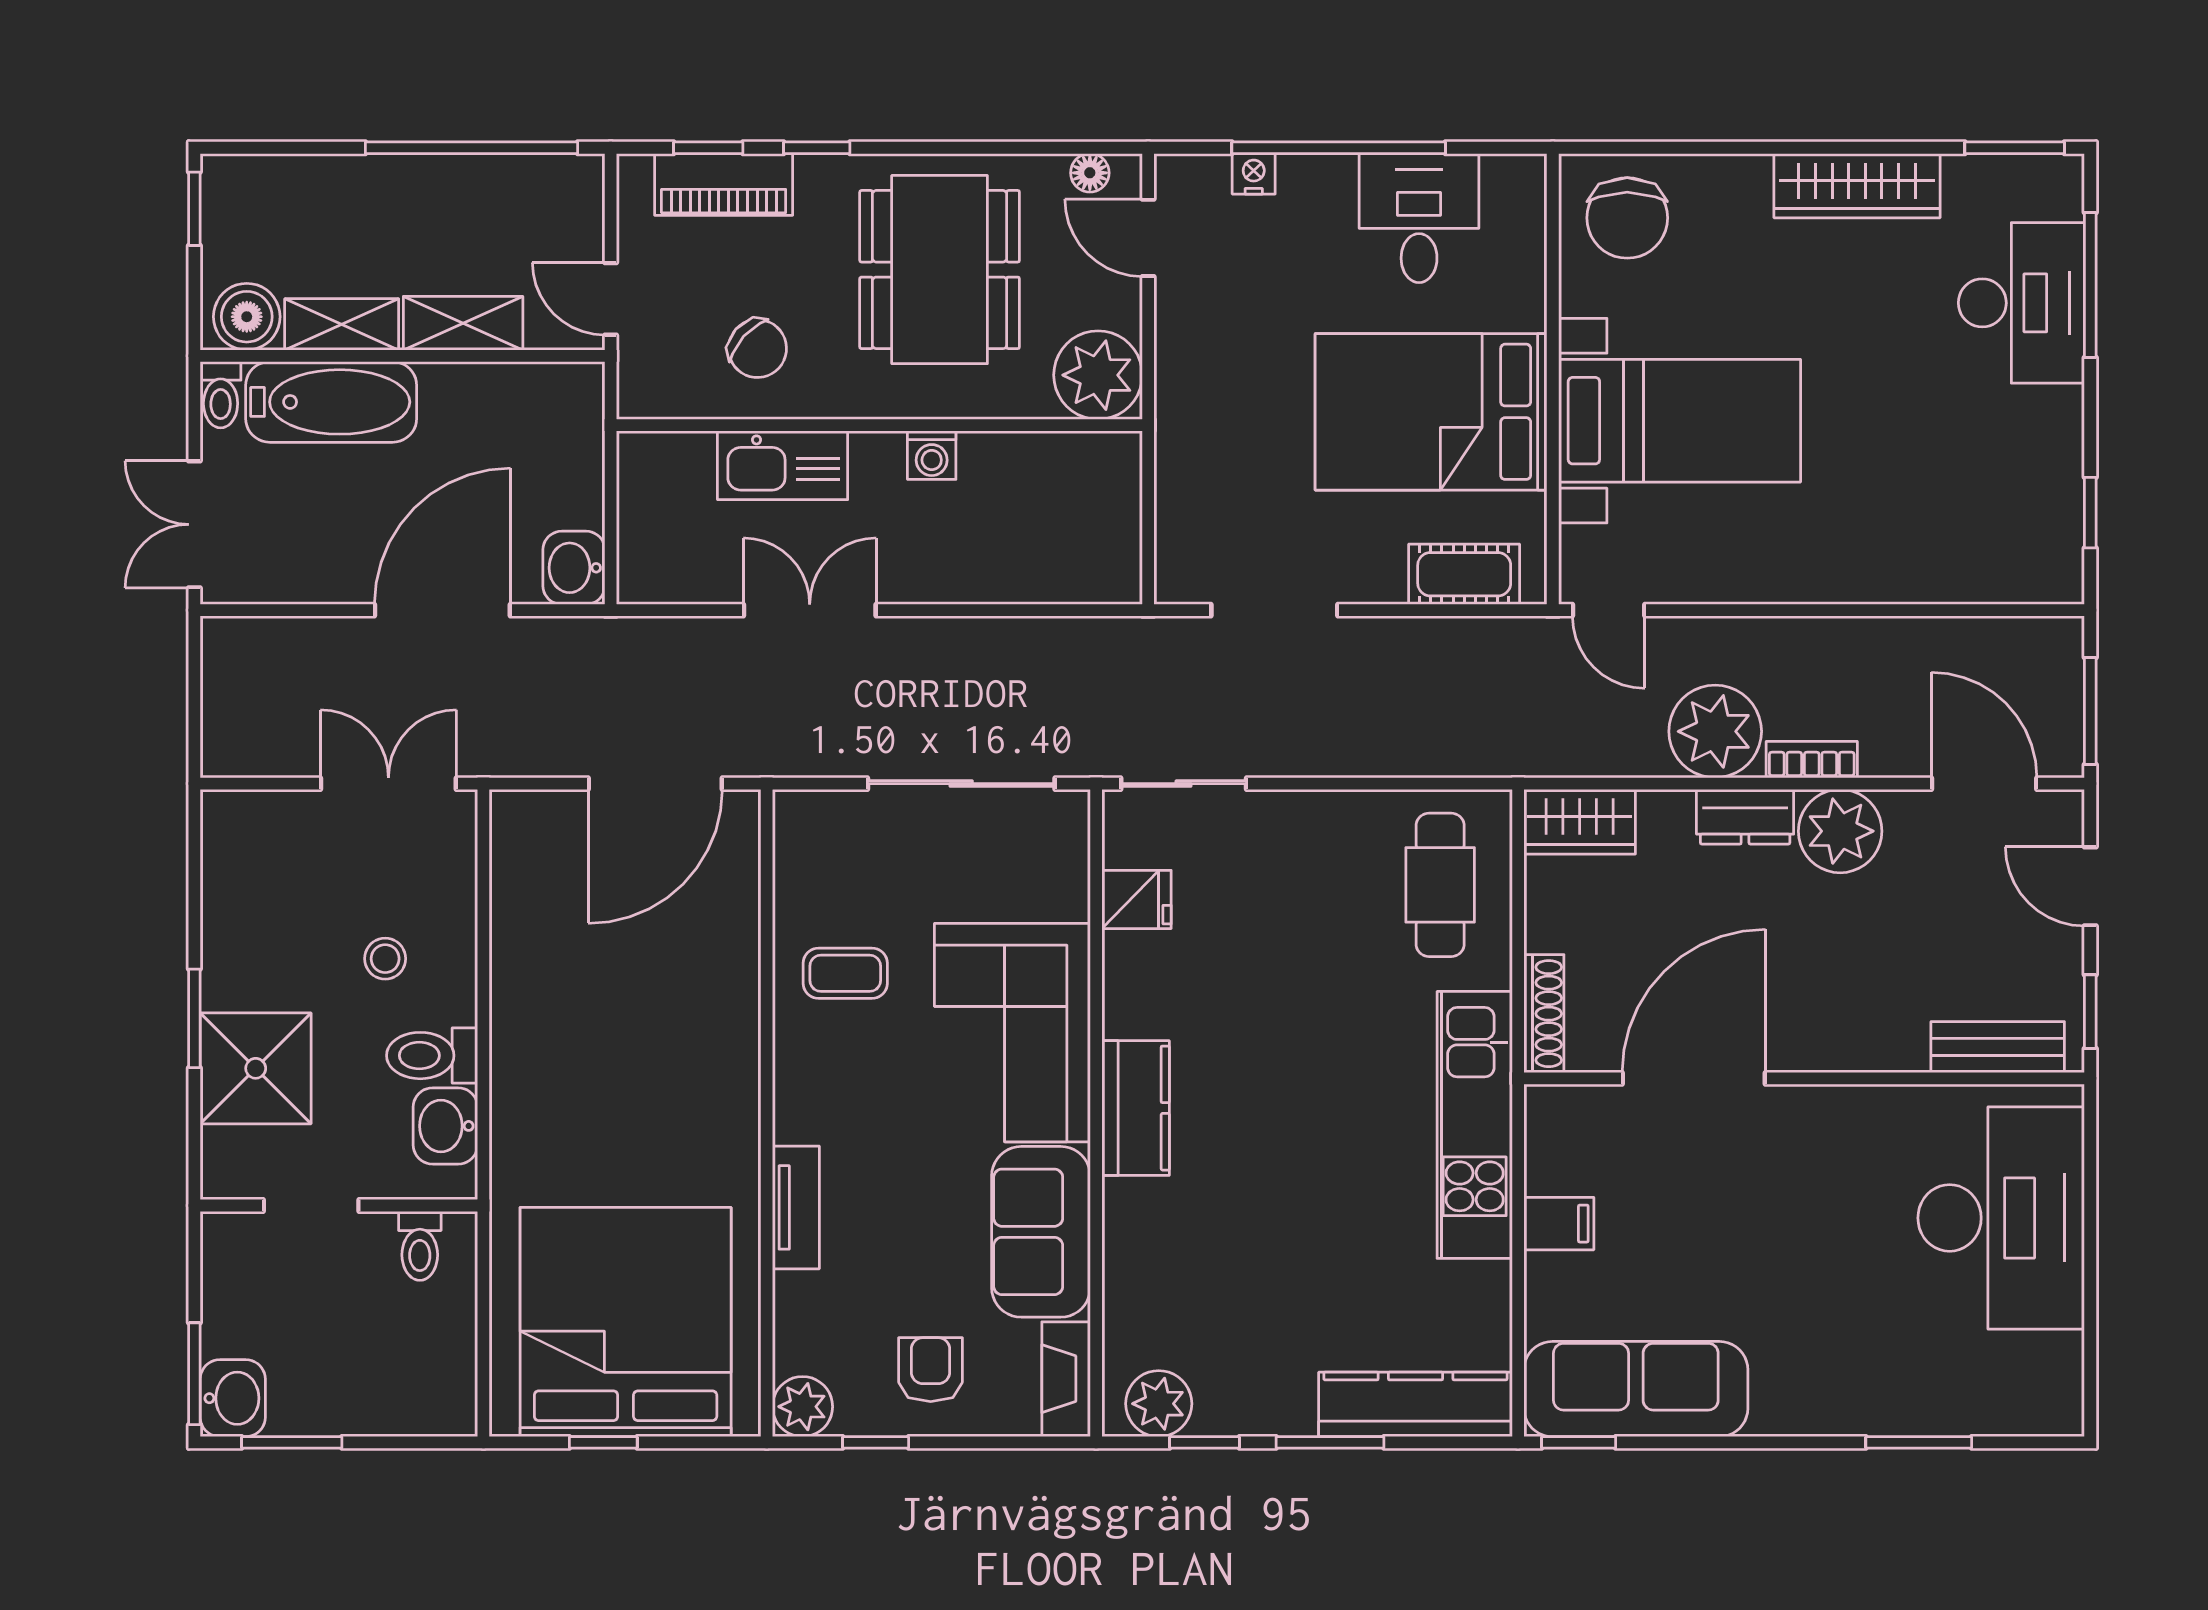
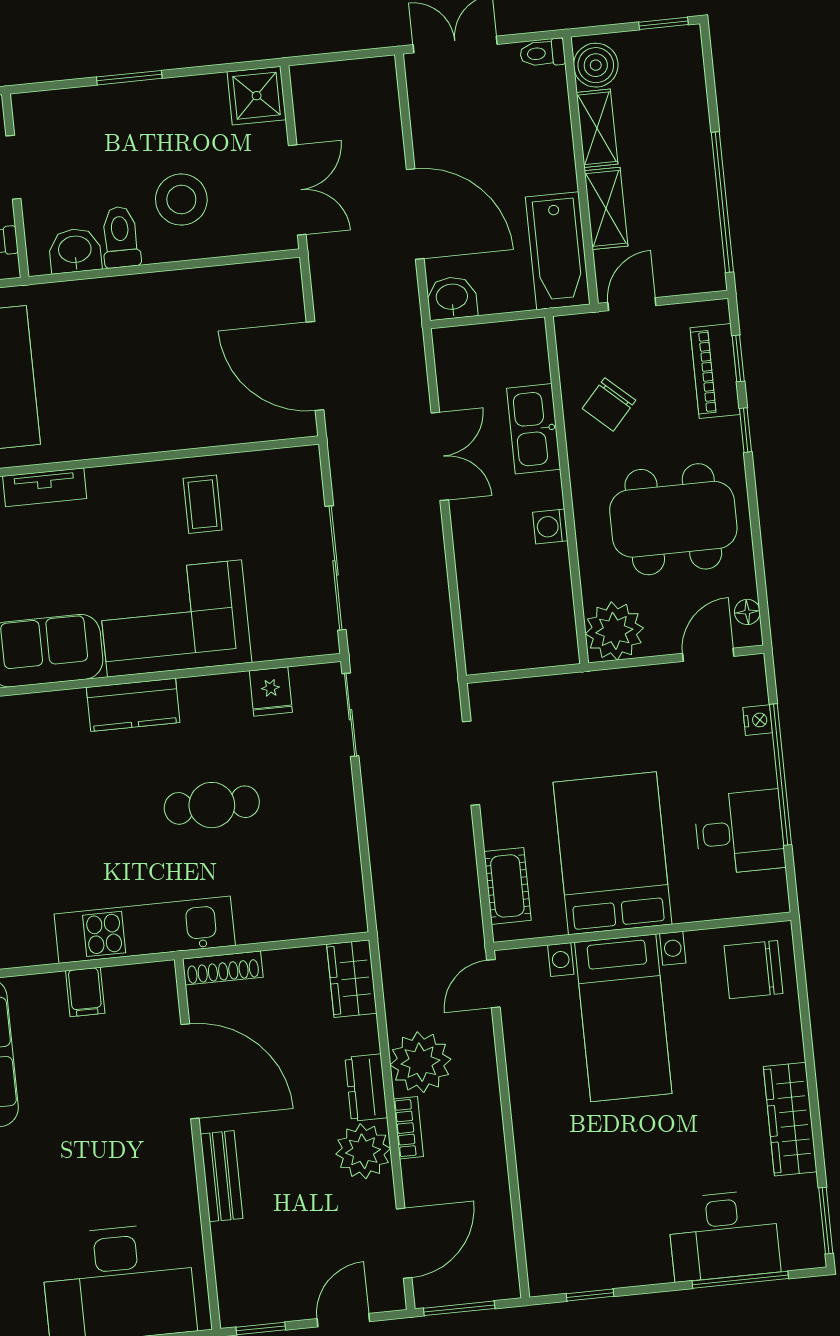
bathtub: (331, 402) -> (558, 251), moved
cafe table: (1440, 885) -> (212, 805), moved
stool: (385, 959) -> (181, 200), width x1.89, depth x1.89
bench: (1998, 1047) -> (222, 1176), moved
shower: (256, 1068) -> (257, 96), moved, width x0.73, depth x0.73

